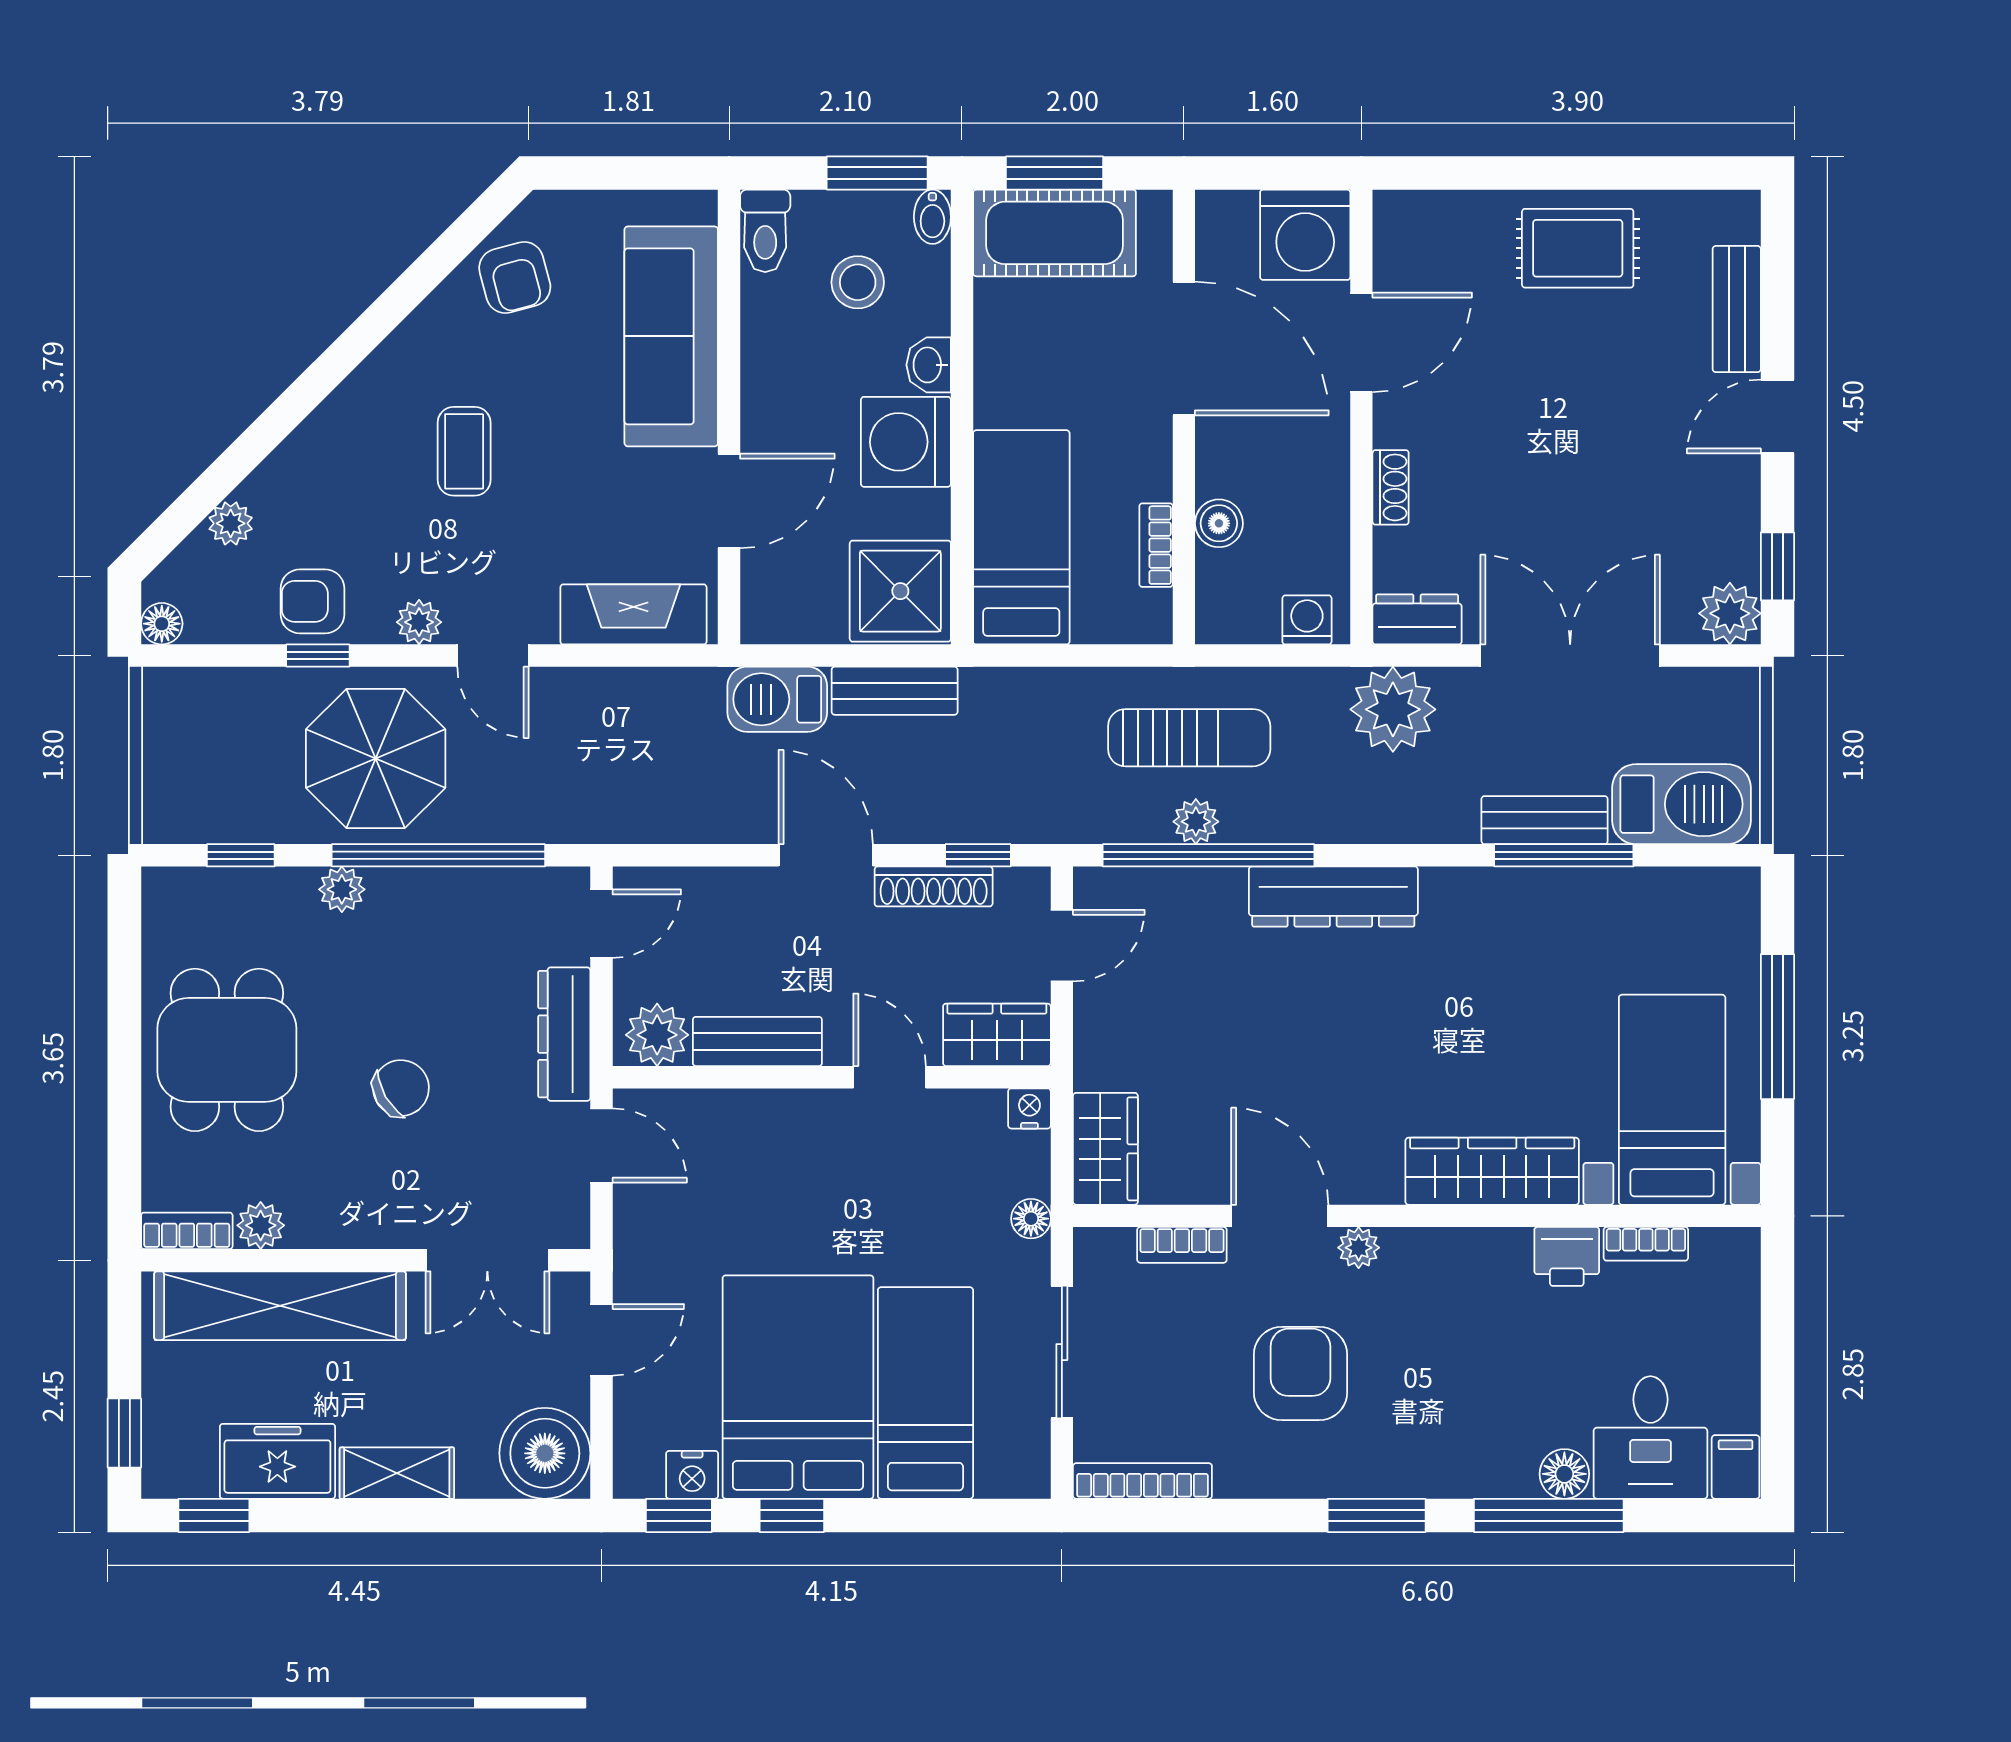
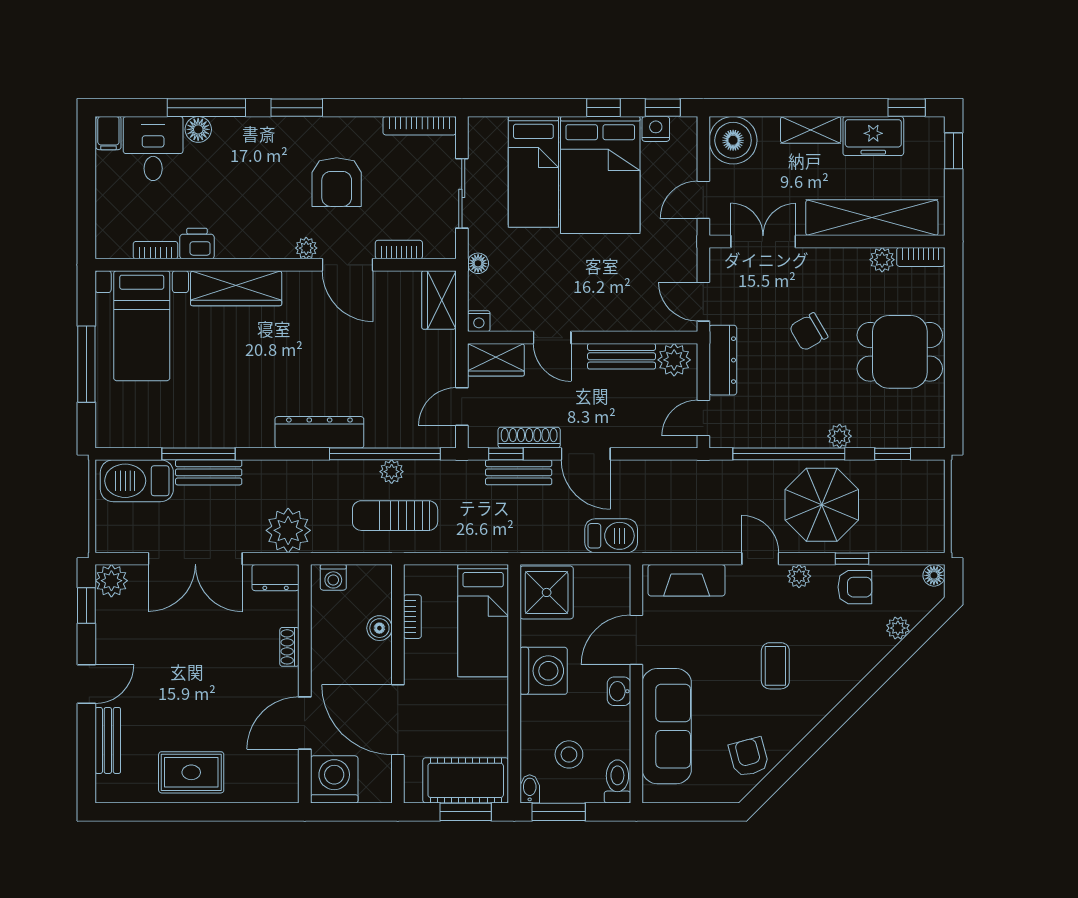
washbasin: (929, 365) -> (619, 691), moved, turned 180
bench: (895, 691) -> (519, 472), moved
dining table: (227, 1050) -> (900, 352), turned 90

